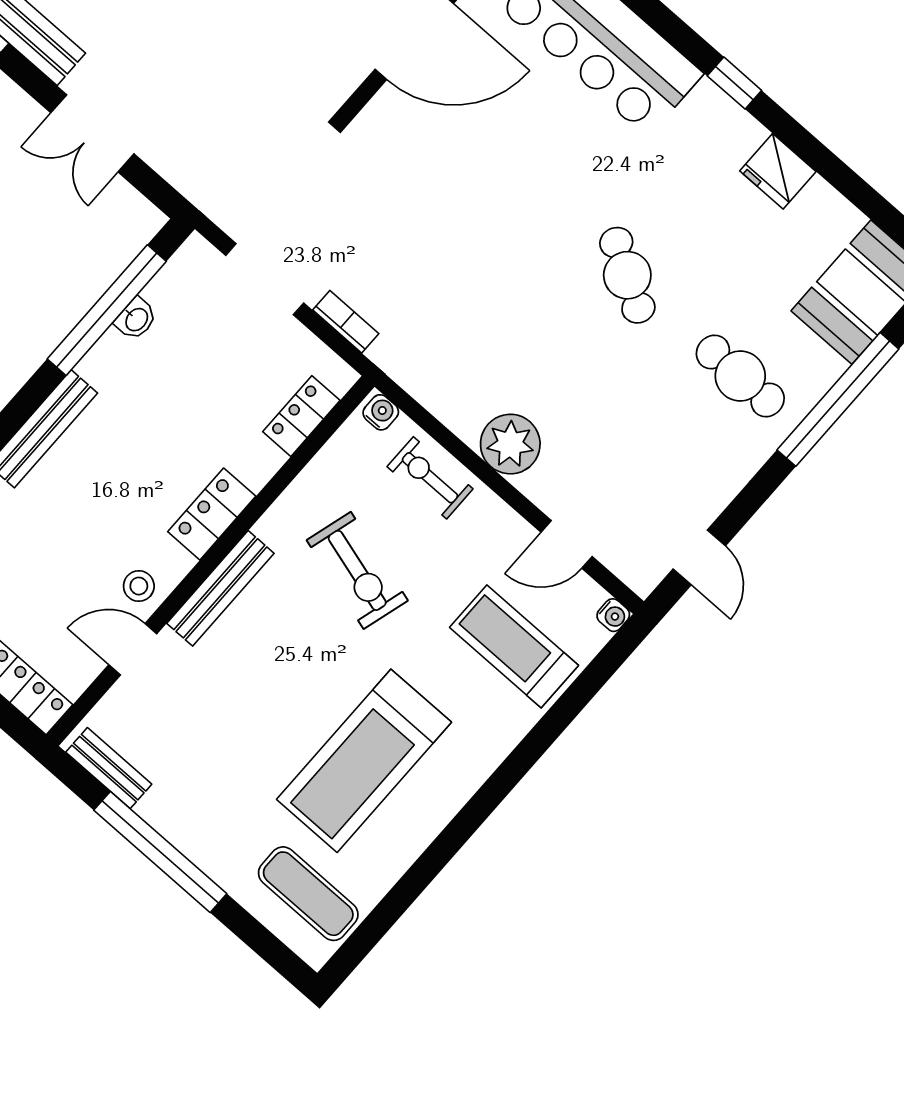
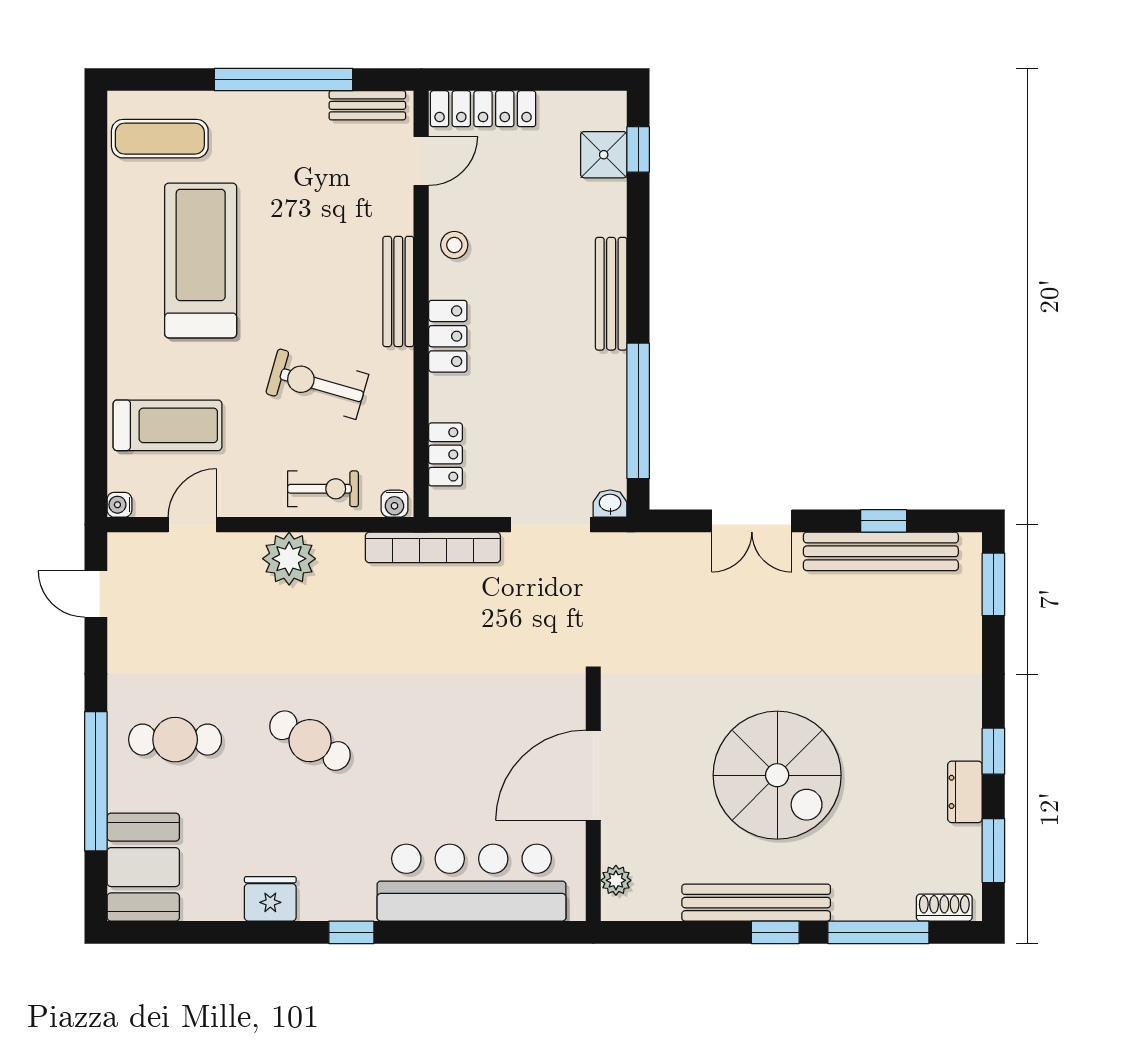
double door: (92, 133) -> (752, 521), swing flipped
washbasin: (136, 319) -> (610, 504), moved, turned 90
bookcase: (346, 322) -> (433, 547), width x2.31, depth x1.31
door: (133, 649) -> (421, 161), moved

